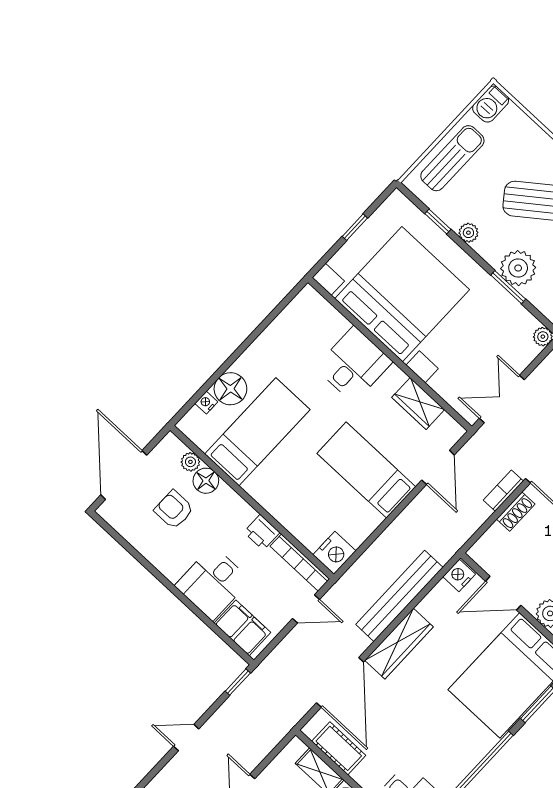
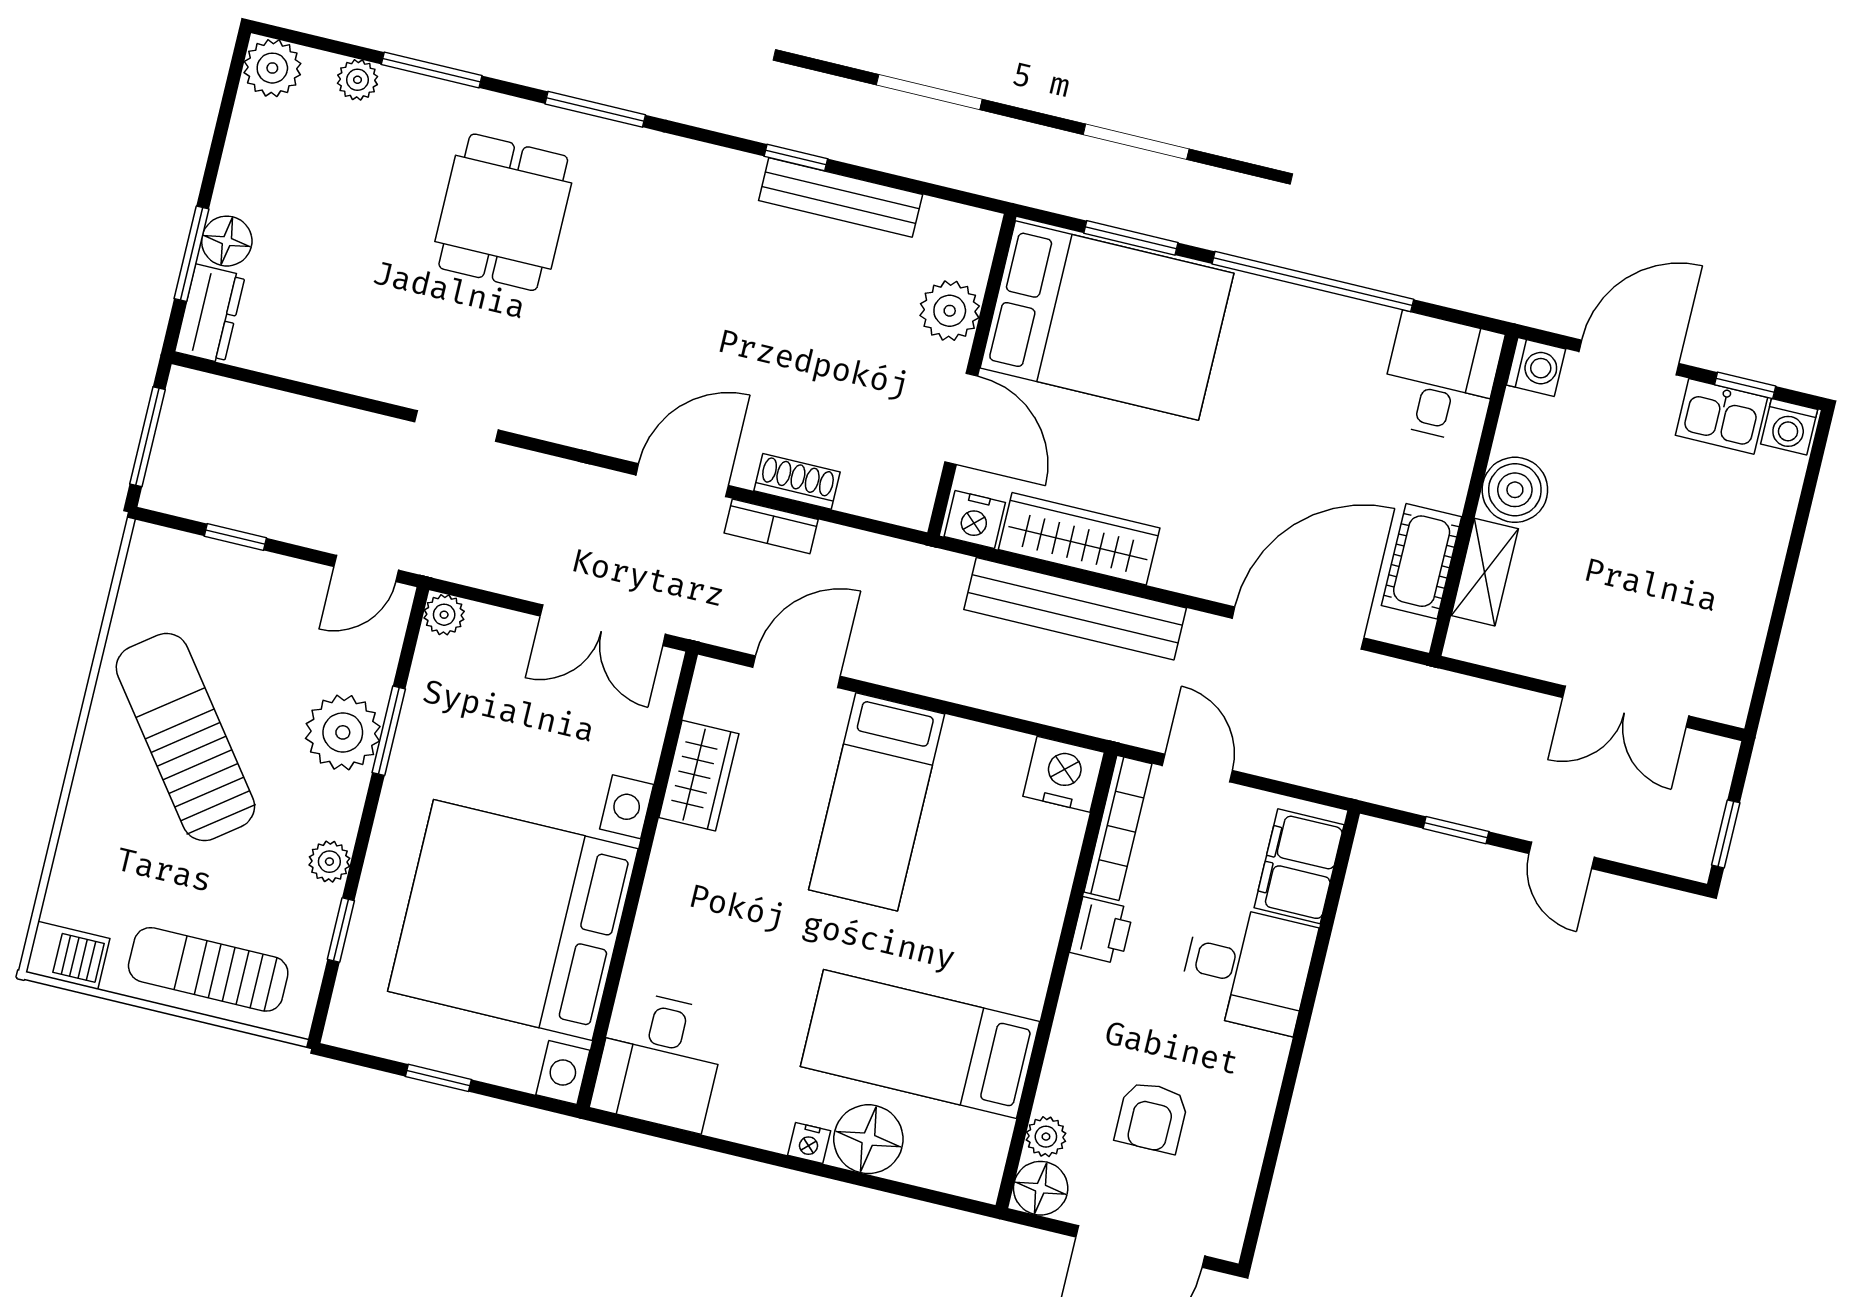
desk: (354, 365) -> (660, 1061), moved, turned -90
nightstand: (206, 403) -> (809, 1143), moved
floor lamp: (206, 481) -> (1041, 1188), moved
wardrobe: (399, 644) -> (1079, 539), moved
window: (238, 682) -> (1456, 830), moved

